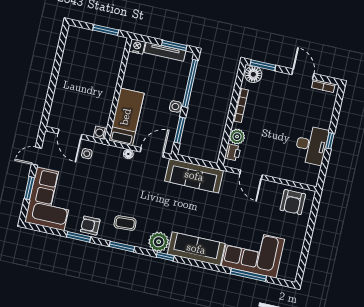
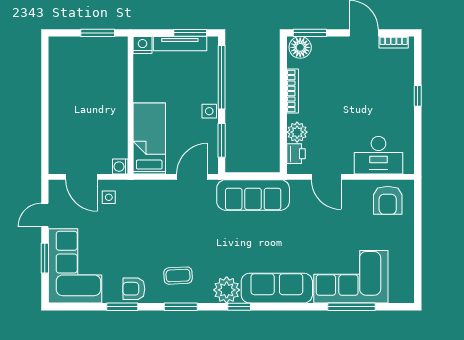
window: (330, 141) -> (418, 96), moved
desk: (311, 145) -> (378, 155), moved, turned 90
floor lamp: (128, 154) -> (162, 186), removed

